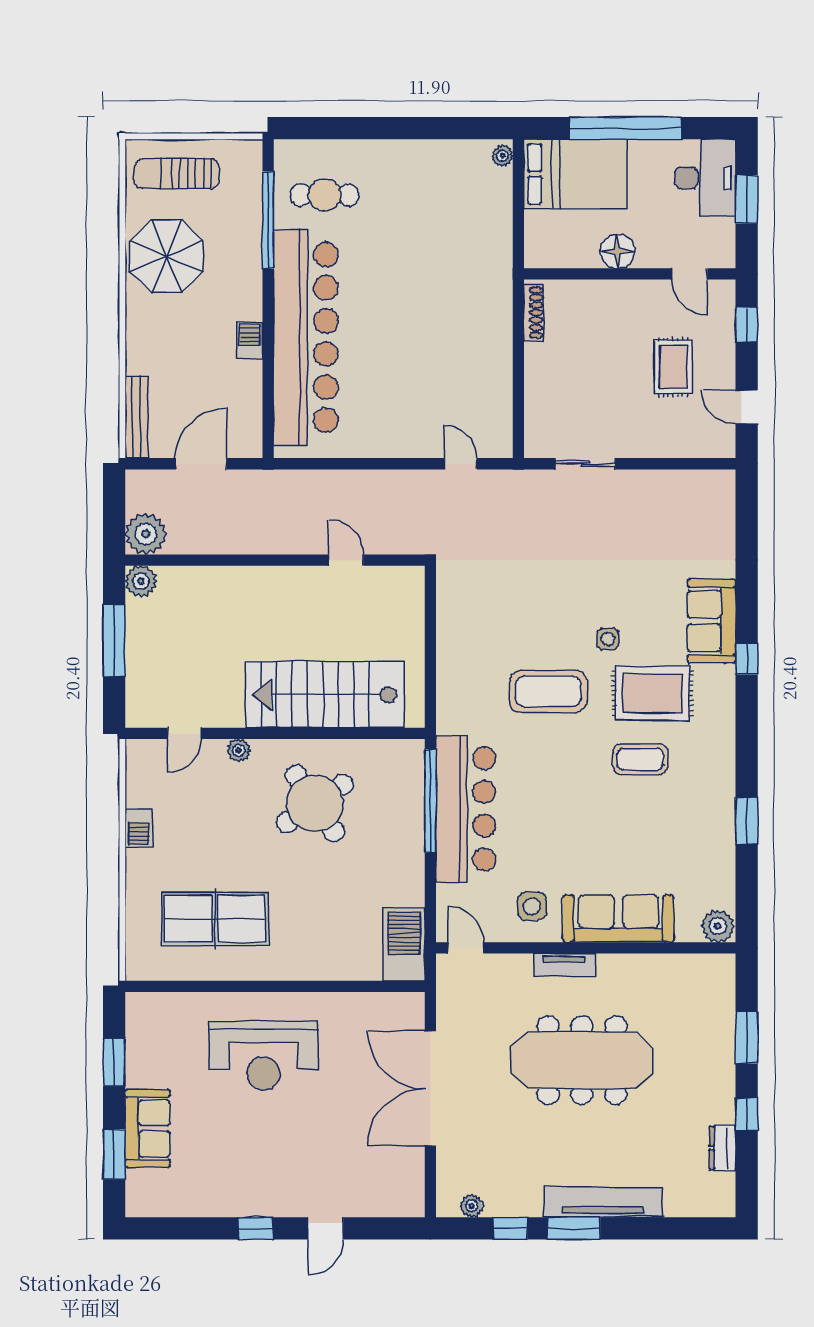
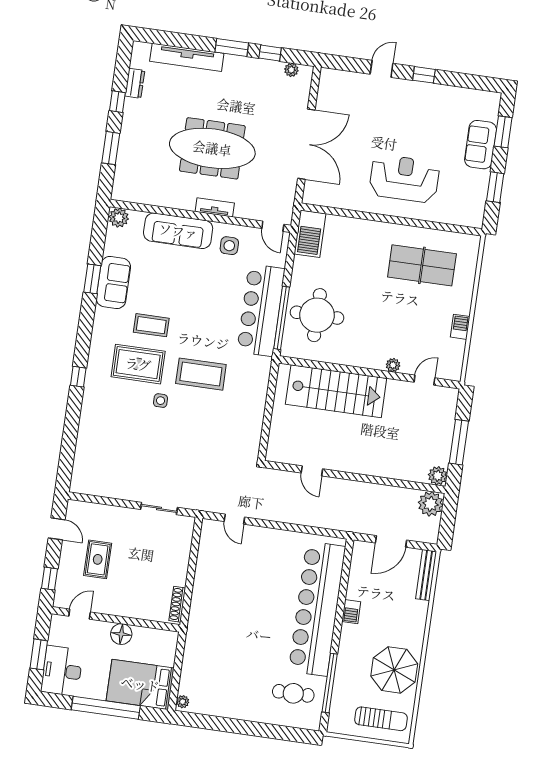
door: (690, 274) -> (80, 614), hinge flipped
sofa: (711, 621) -> (113, 283), moved
round table: (315, 803) -> (317, 315), moved, turned 34
tv unit: (603, 1202) -> (187, 57), moved

